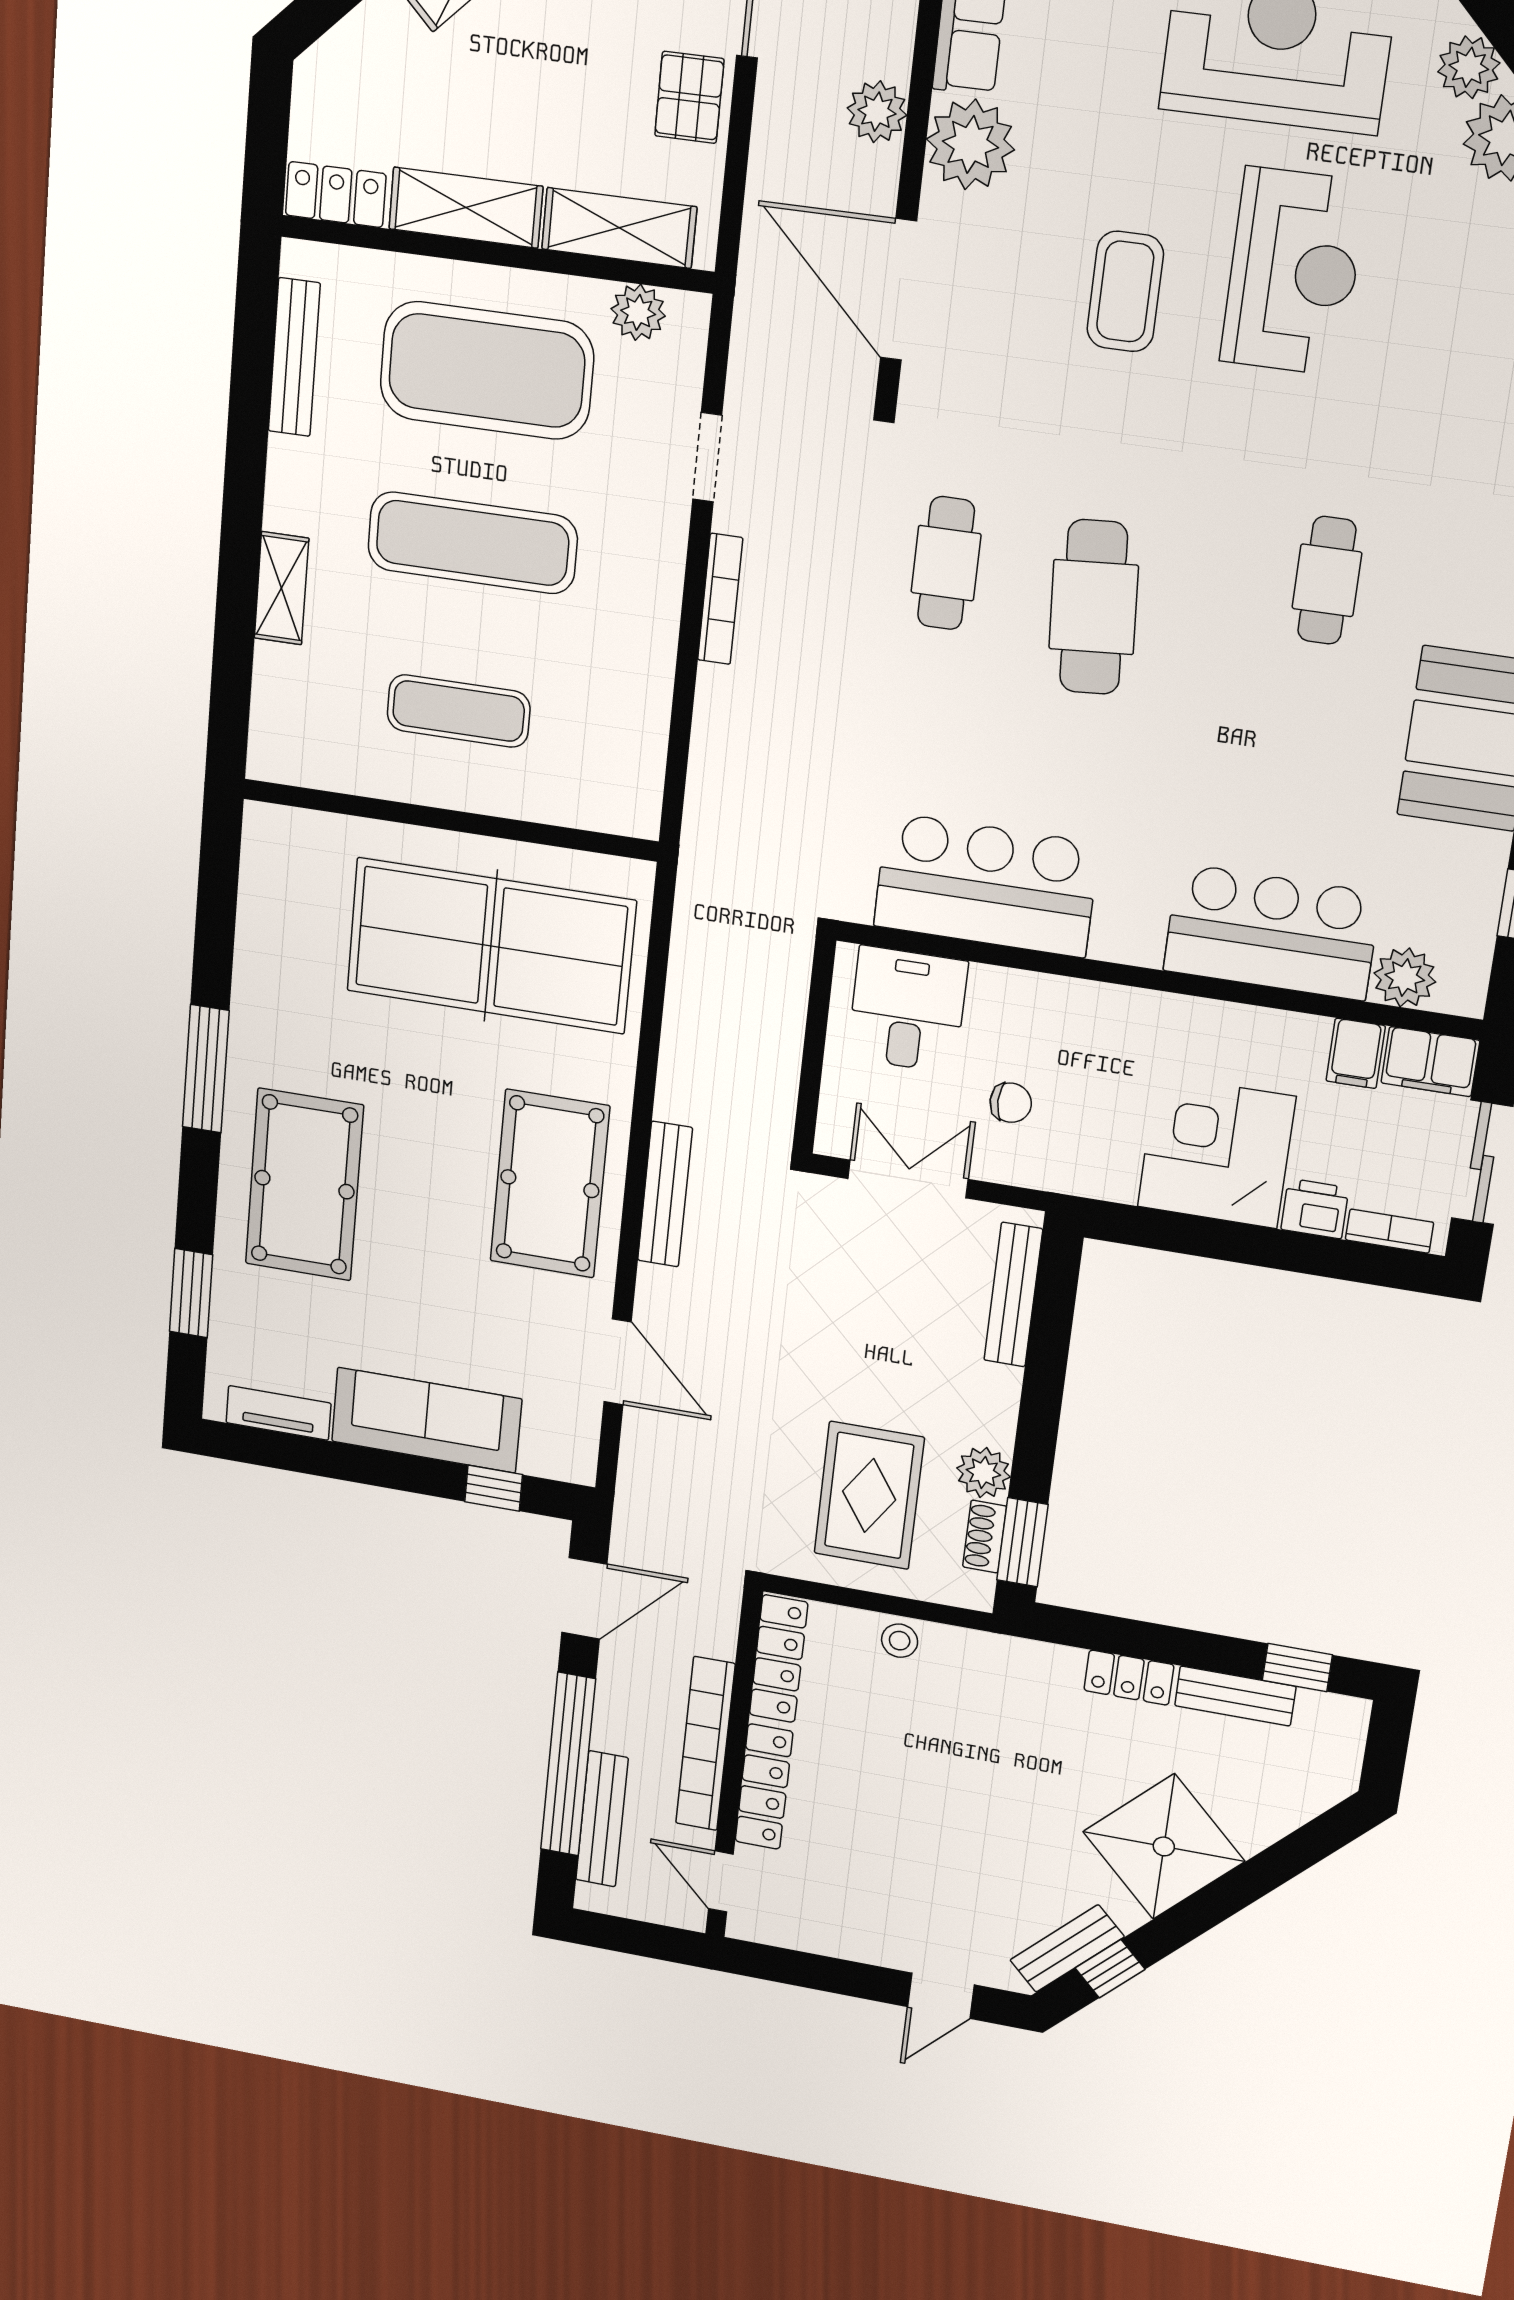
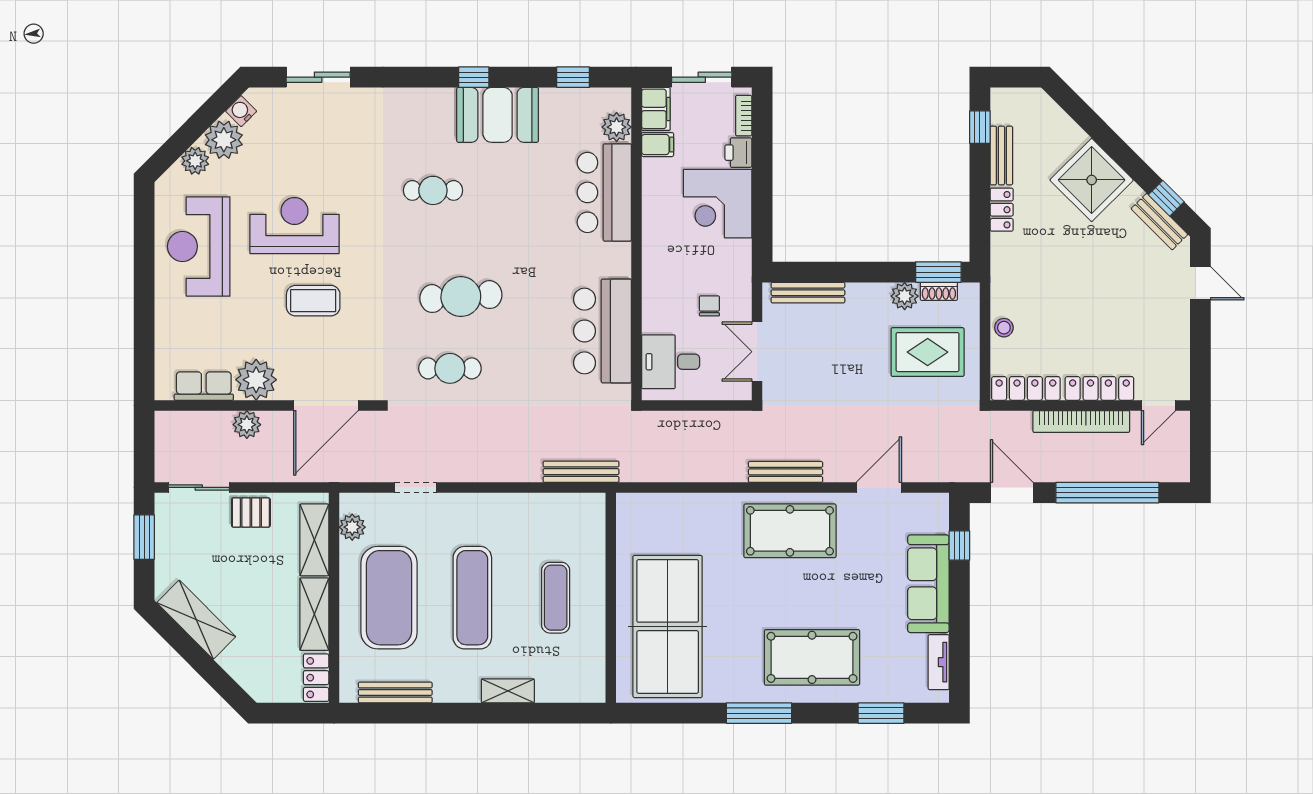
bookcase: (720, 599) -> (482, 474), removed
table tennis table: (491, 946) -> (668, 626), moved
bench: (602, 1819) -> (581, 472), moved

